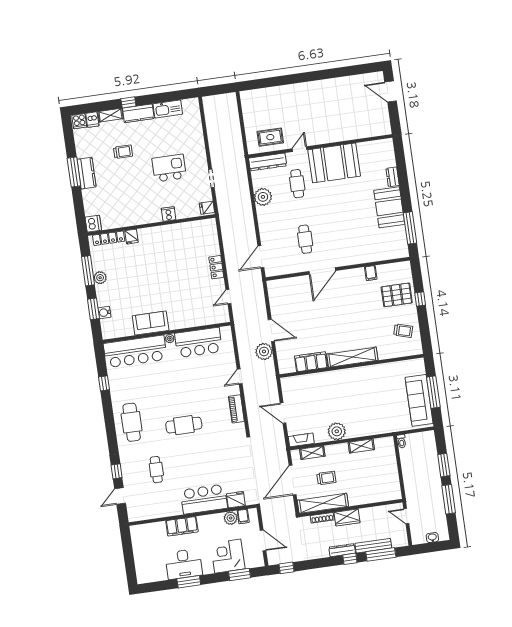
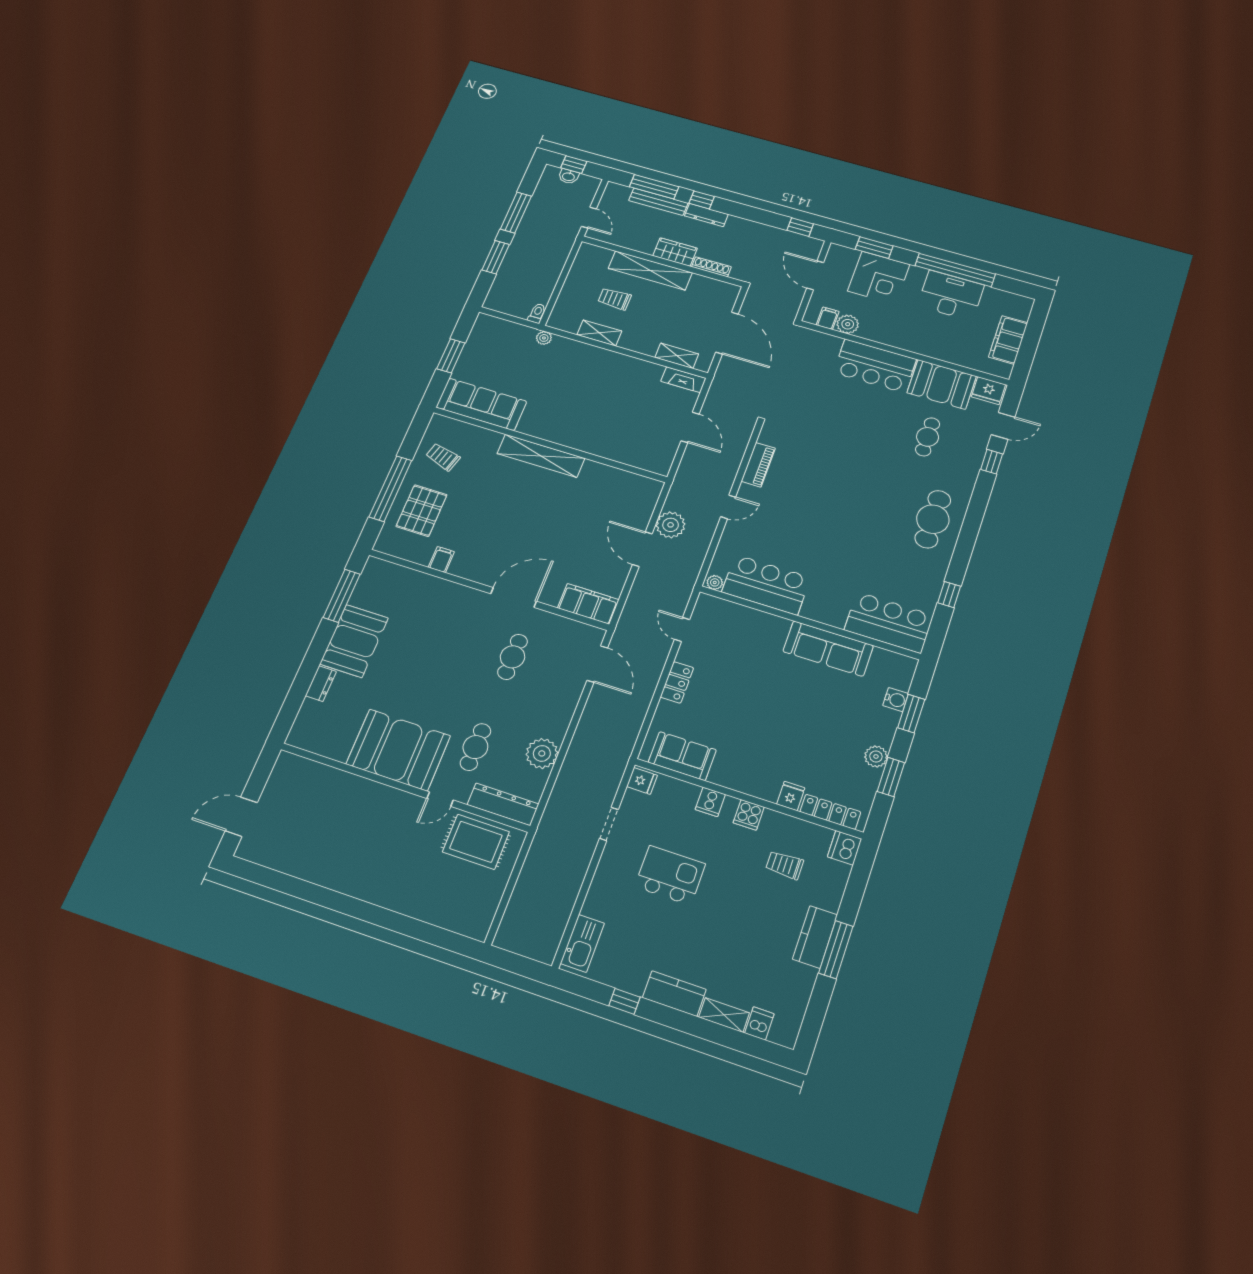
door: (391, 92) -> (241, 817), swing flipped
window: (128, 102) -> (625, 1001), moved
kitchen sink: (168, 109) -> (582, 943), moved, turned 90
cooker: (79, 121) -> (749, 815), moved, turned 180
rug: (270, 137) -> (476, 842), width x1.36, depth x1.43
trolley: (123, 152) -> (785, 865), moved
kitchen island: (169, 168) -> (670, 875), turned 180
sofa: (194, 230) -> (682, 756), added
door: (261, 257) -> (597, 664), hinge flipped
window: (88, 271) -> (891, 777), width x0.69
pallet: (397, 295) -> (422, 511), turned 90
door: (228, 297) -> (682, 629), swing flipped
window: (420, 299) -> (390, 489), width x3.17
sofa: (151, 323) -> (828, 649), width x1.36
plant: (170, 338) -> (715, 582), moved
bar counter: (135, 351) -> (889, 623), width x0.73
filing cabinet: (311, 362) -> (588, 604), moved, turned 180
window: (433, 392) -> (451, 356), width x0.69
sofa: (419, 400) -> (481, 404), moved, turned -90
cafe table: (184, 425) -> (852, 479), removed
plant: (337, 431) -> (544, 338), moved, width x0.53, depth x0.53
trolley: (326, 478) -> (615, 299), moved
door: (293, 480) -> (727, 333), hinge flipped
fridge: (236, 500) -> (988, 391), moved
shelving: (323, 503) -> (650, 270), moved
booth: (163, 505) -> (942, 384), added
filing cabinet: (182, 526) -> (1008, 340), moved, turned -90
window: (434, 547) -> (574, 165), added
window: (189, 582) -> (955, 270), width x2.11

